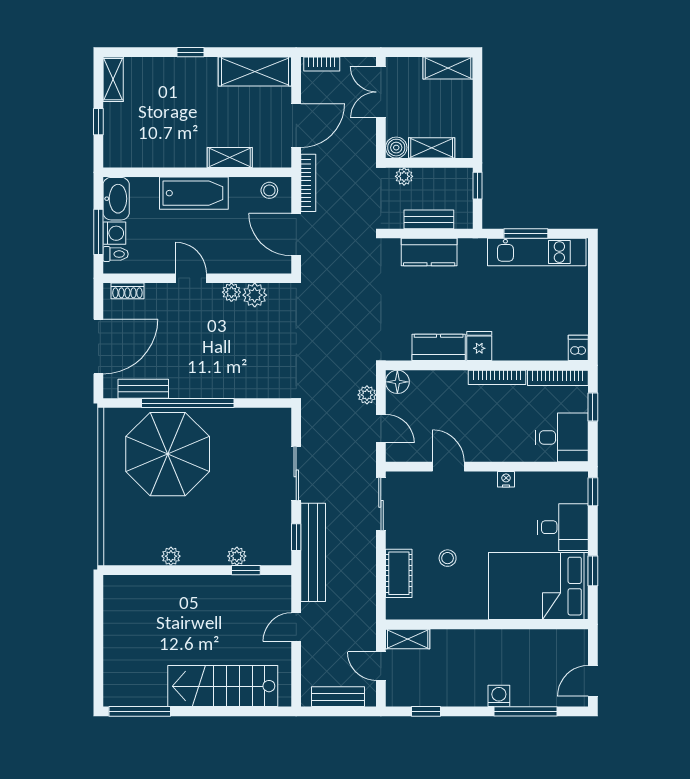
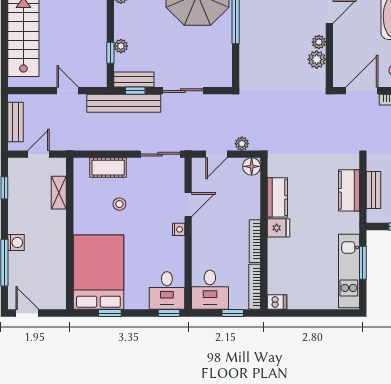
nightstand: (506, 479) -> (179, 229), moved
desk: (563, 527) -> (167, 291), moved
bench: (281, 539) -> (134, 79), added
shelving: (408, 639) -> (59, 193), moved

